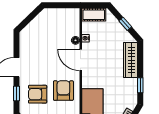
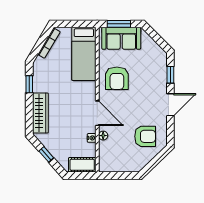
armchair: (38, 94) -> (145, 136), moved

